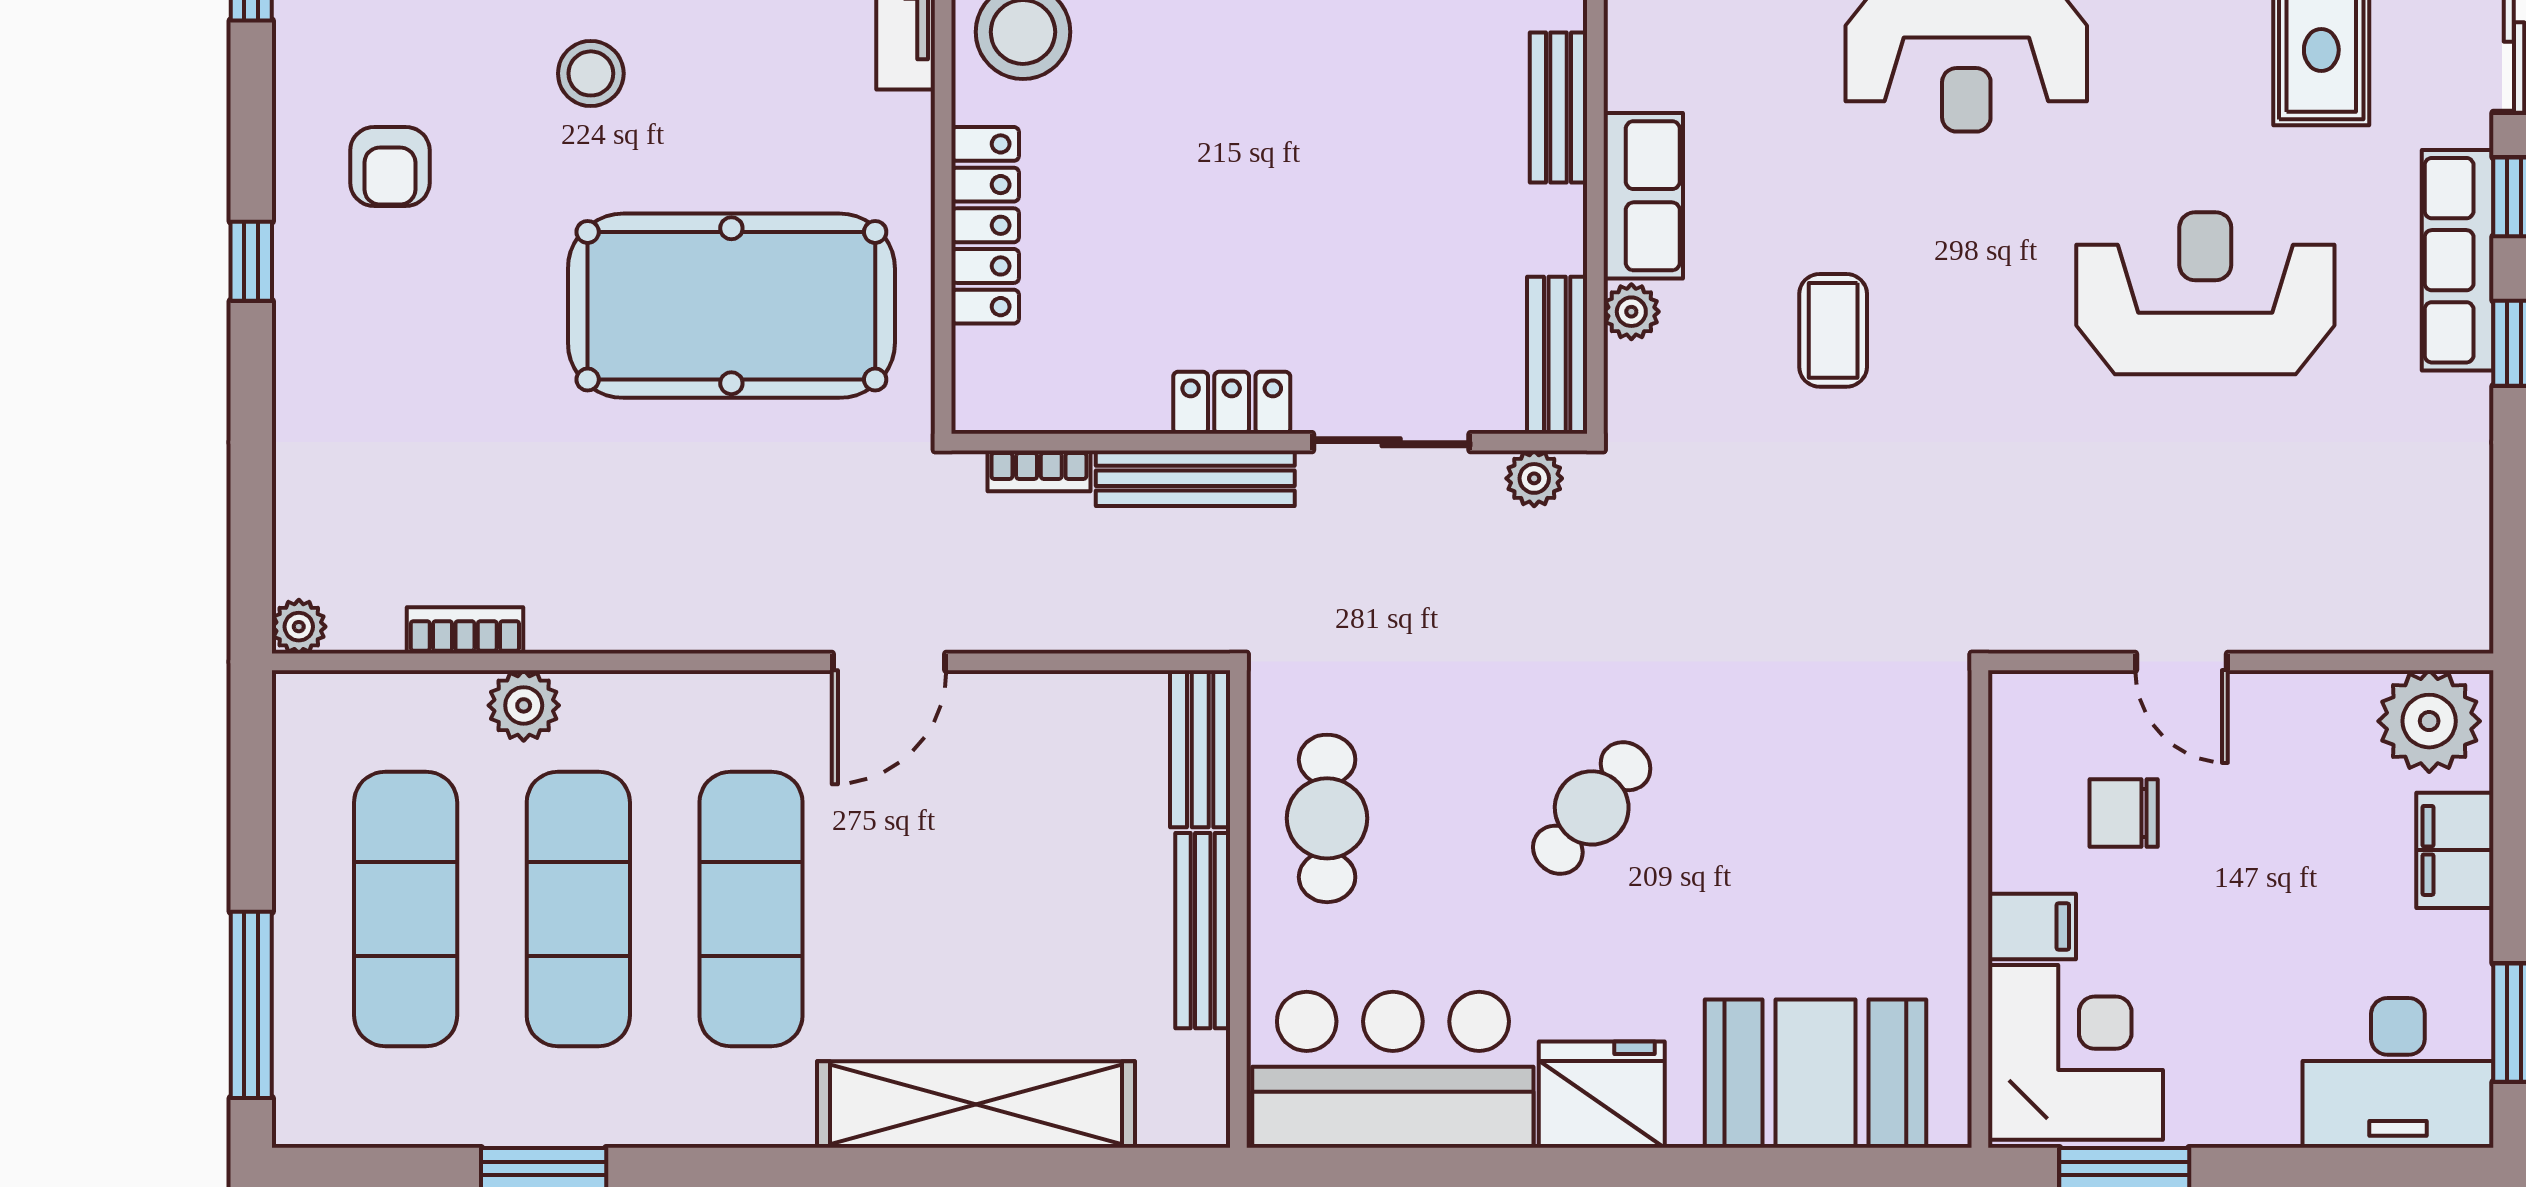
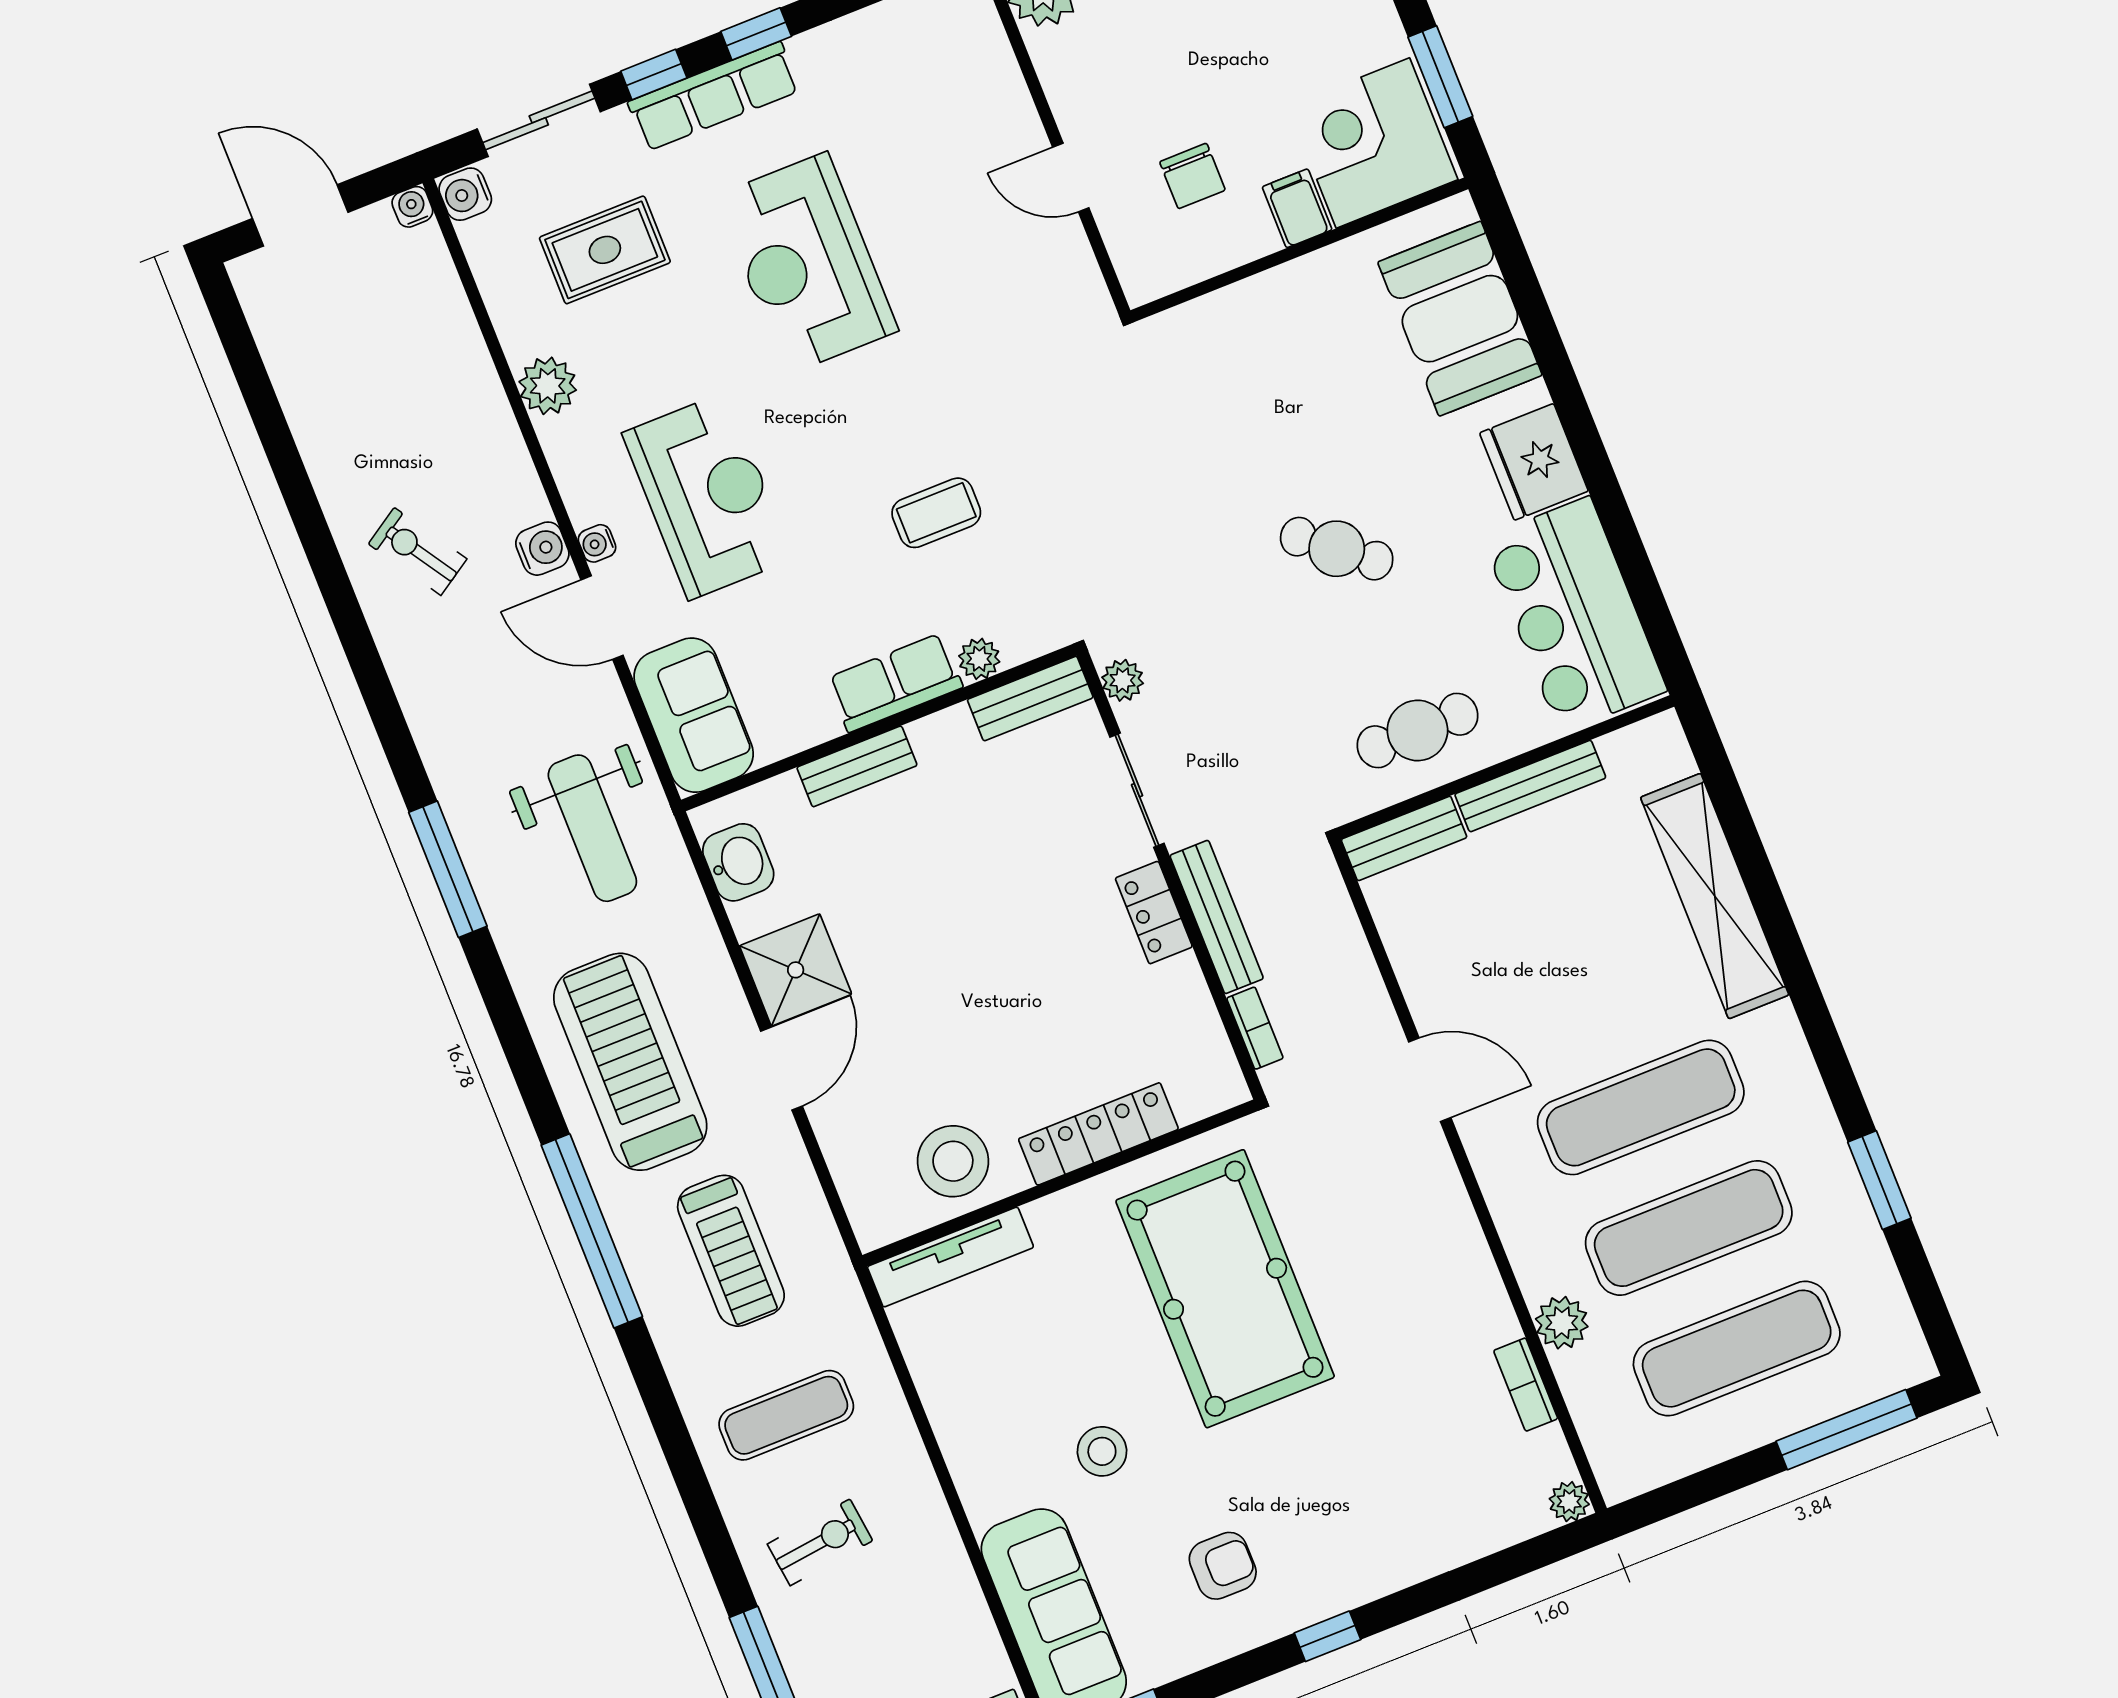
door: (2182, 662) -> (1071, 177), swing flipped

